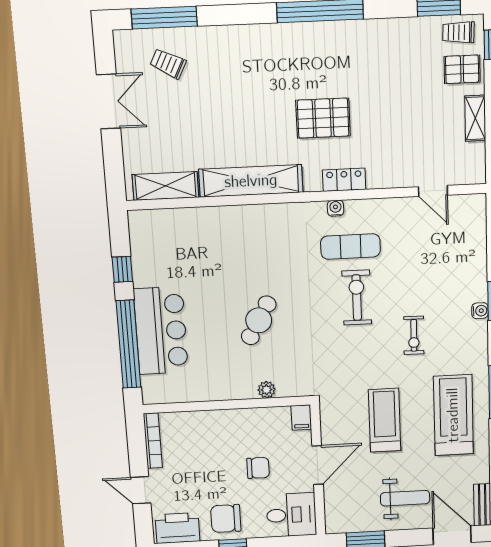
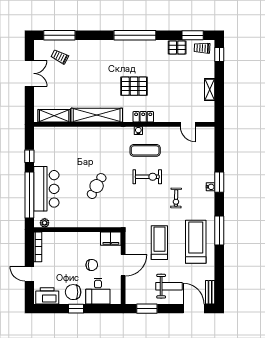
pallet: (462, 69) -> (177, 47), moved
exercise bike: (357, 298) -> (147, 177), turned 90
plant: (267, 390) -> (45, 223), moved
filing cabinet: (301, 417) -> (111, 239), width x2.00
desk: (291, 515) -> (98, 291), moved, turned 90

